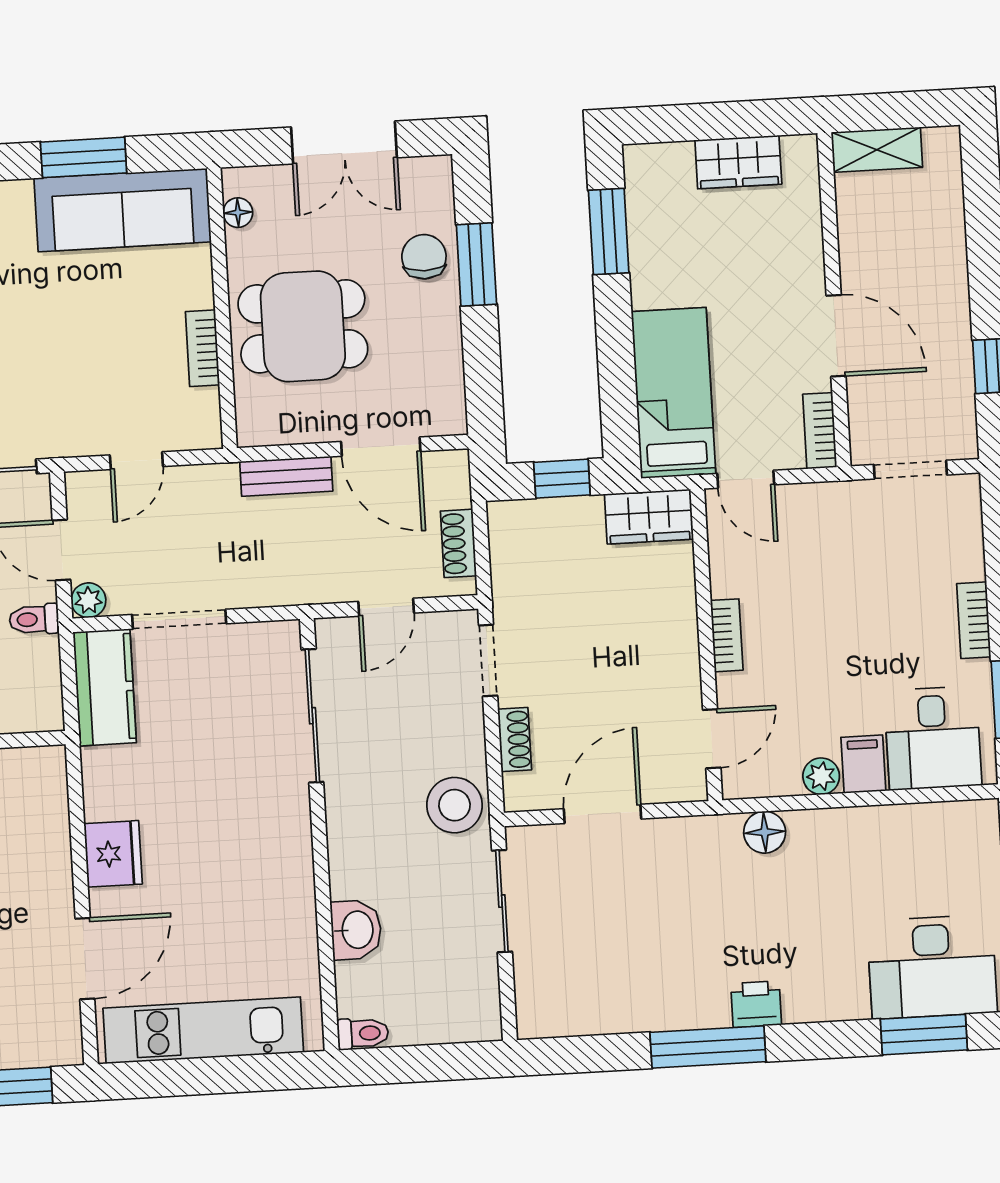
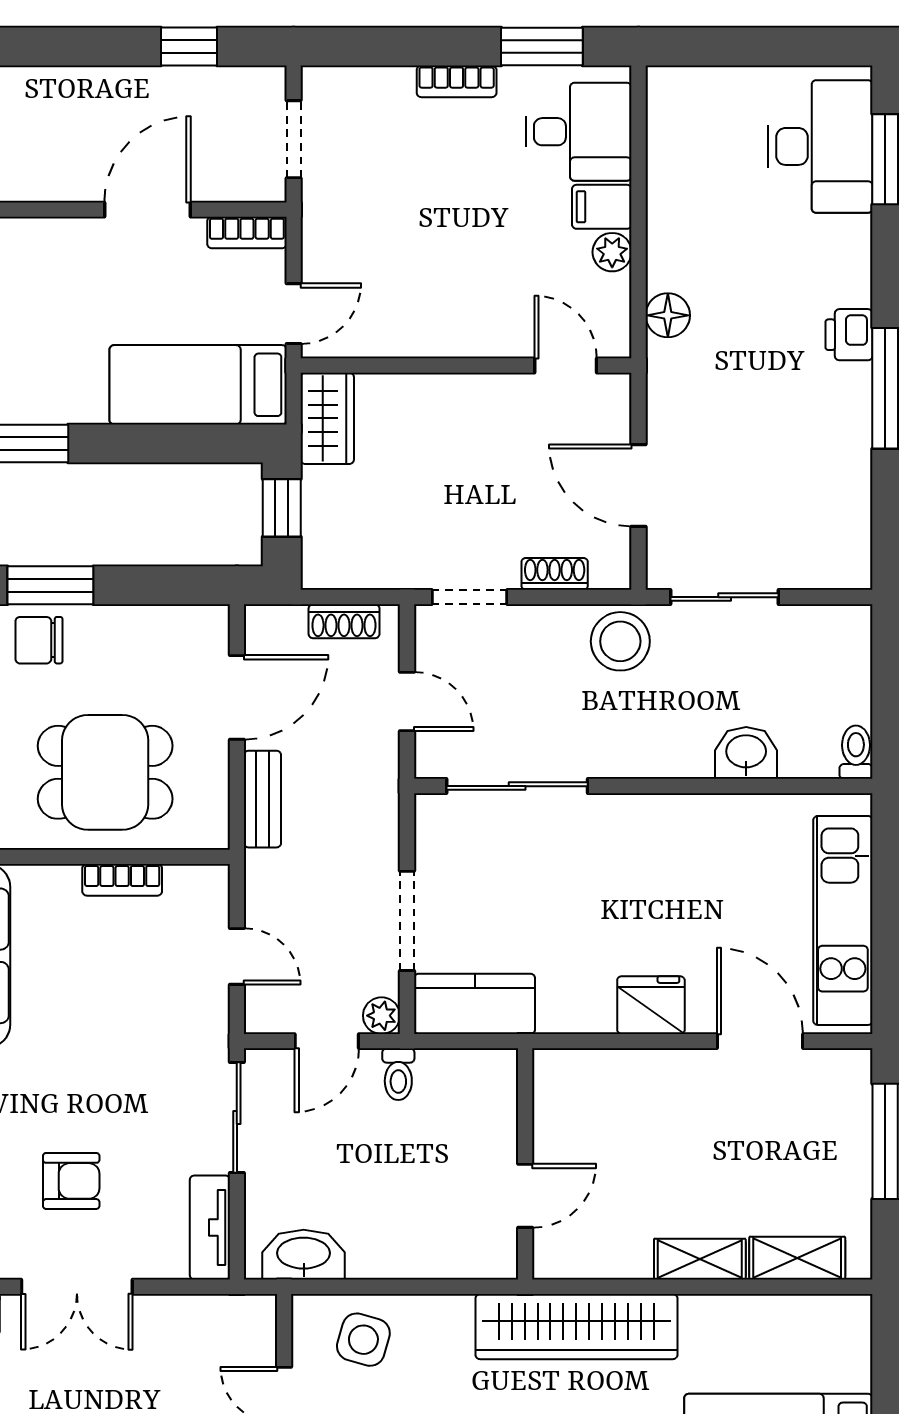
dining table: (303, 326) -> (105, 772), turned 90
bookcase: (727, 635) -> (457, 343), removed

